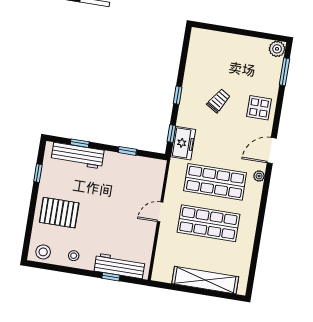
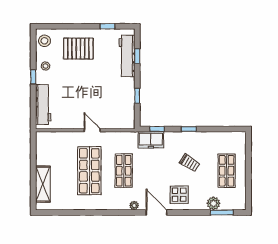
plant: (277, 49) -> (213, 203), moved
shop shelf: (235, 58) -> (227, 171), added
display table: (259, 108) -> (179, 195), moved
shop shelf: (215, 182) -> (124, 171), width x0.70, depth x0.74
pallet: (59, 213) -> (78, 49), turned 90
window: (111, 277) -> (33, 77), moved
shelving: (205, 280) -> (43, 184), width x0.68

